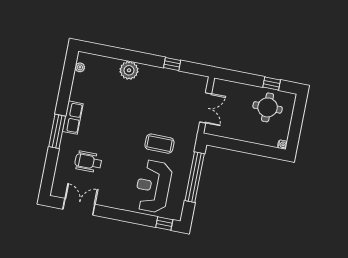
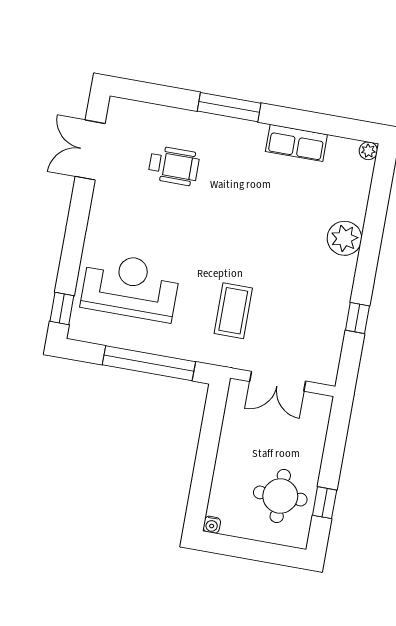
plant: (80, 67) -> (368, 151), moved
row of seats: (73, 118) -> (296, 143), moved
coffee table: (159, 144) -> (233, 311), moved
wheelchair: (88, 162) -> (174, 166), turned 90
double door: (79, 207) -> (90, 150), swing flipped

